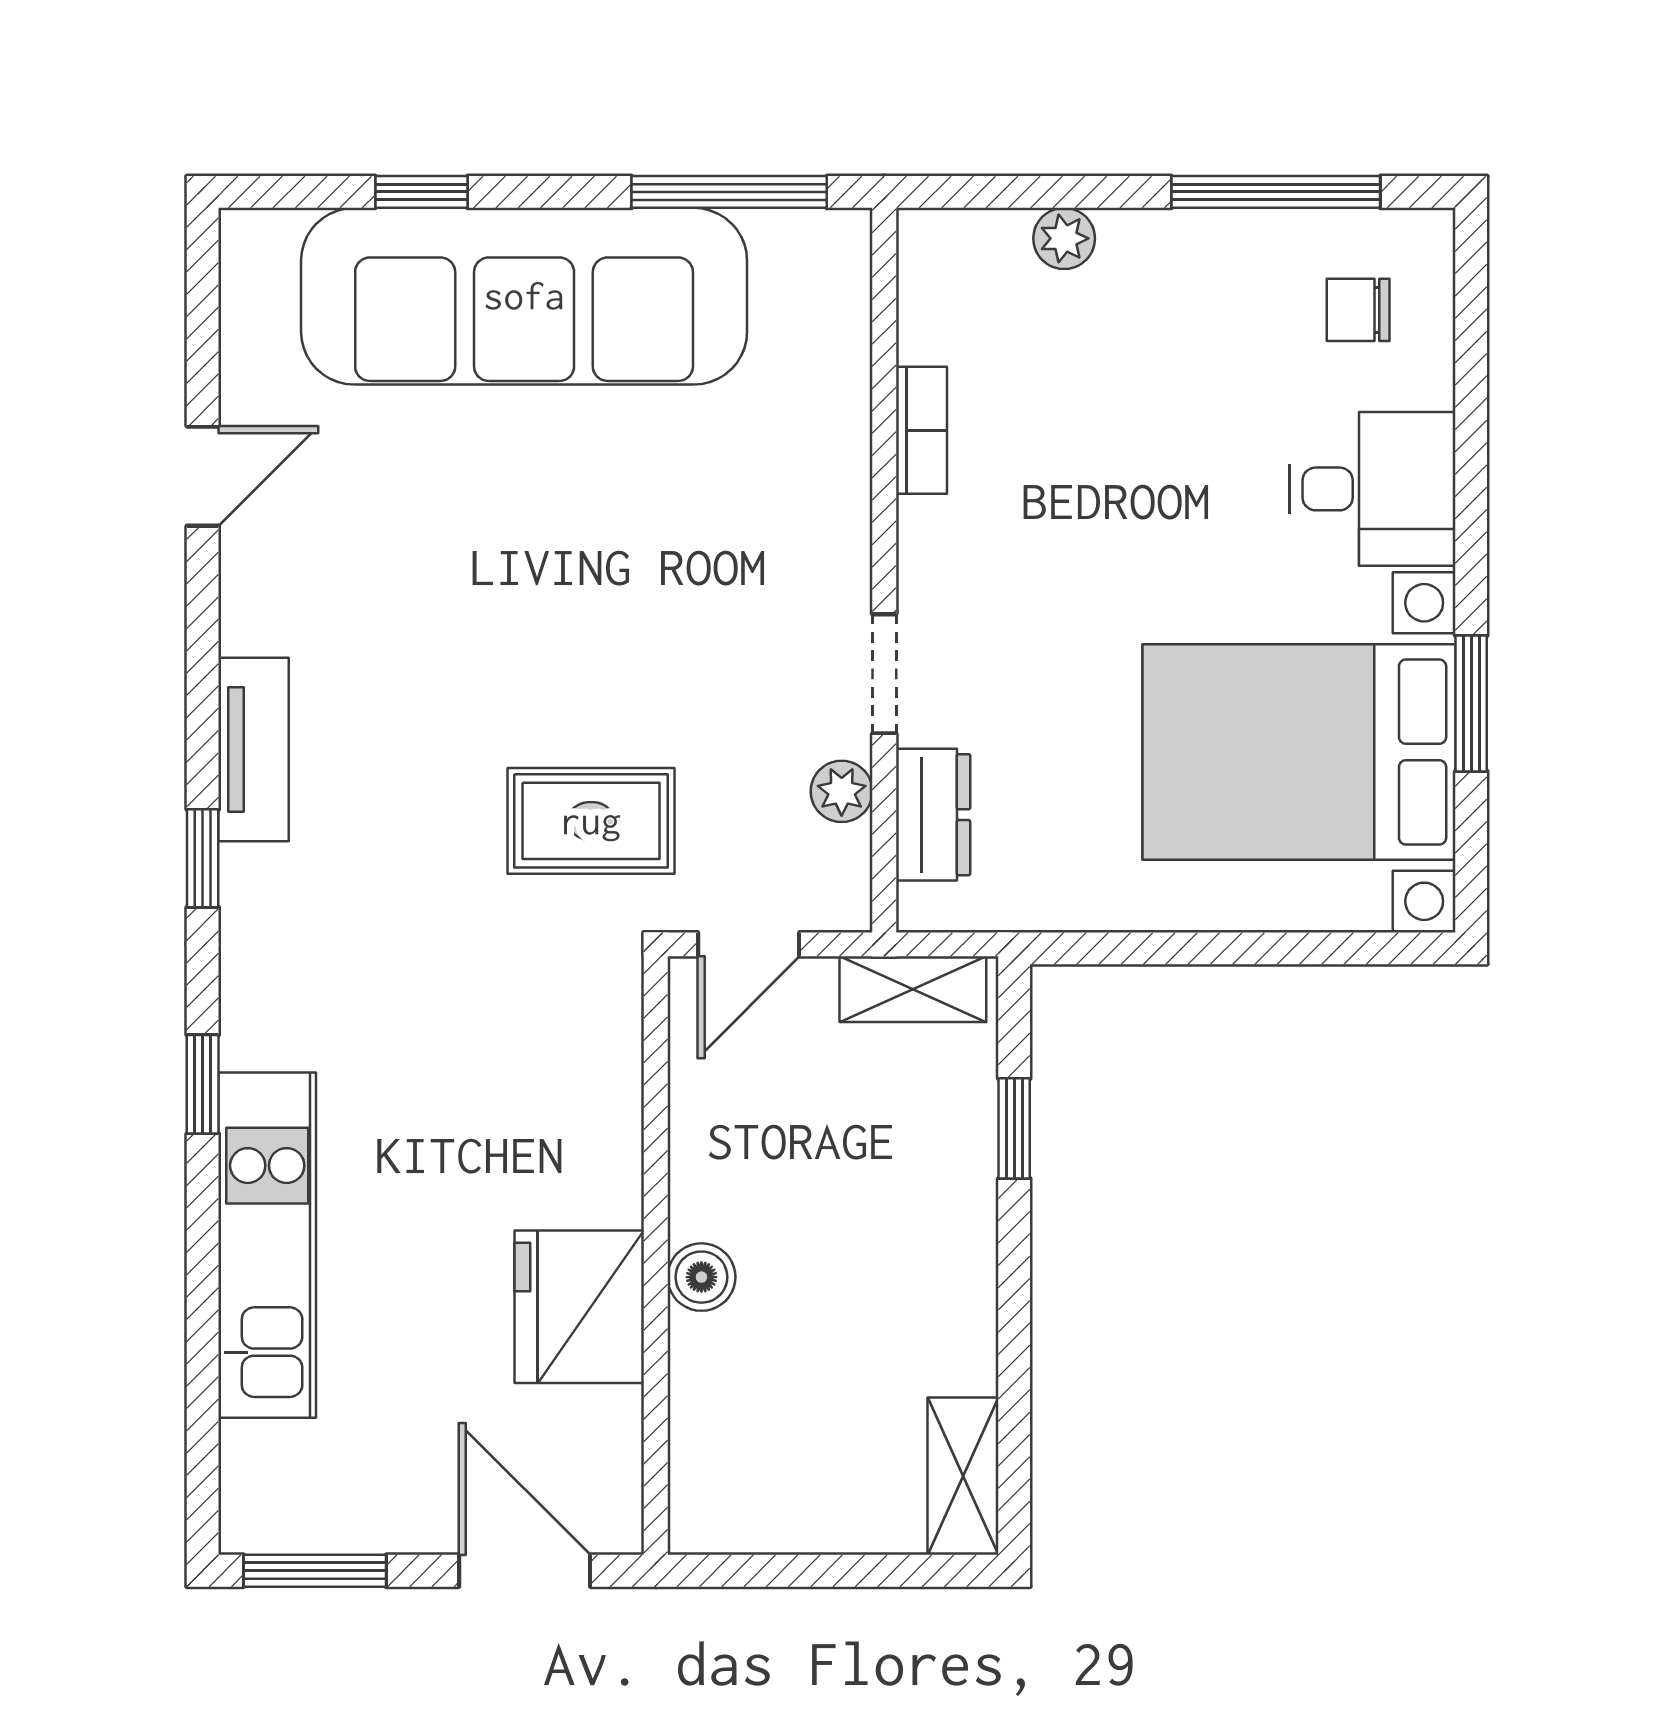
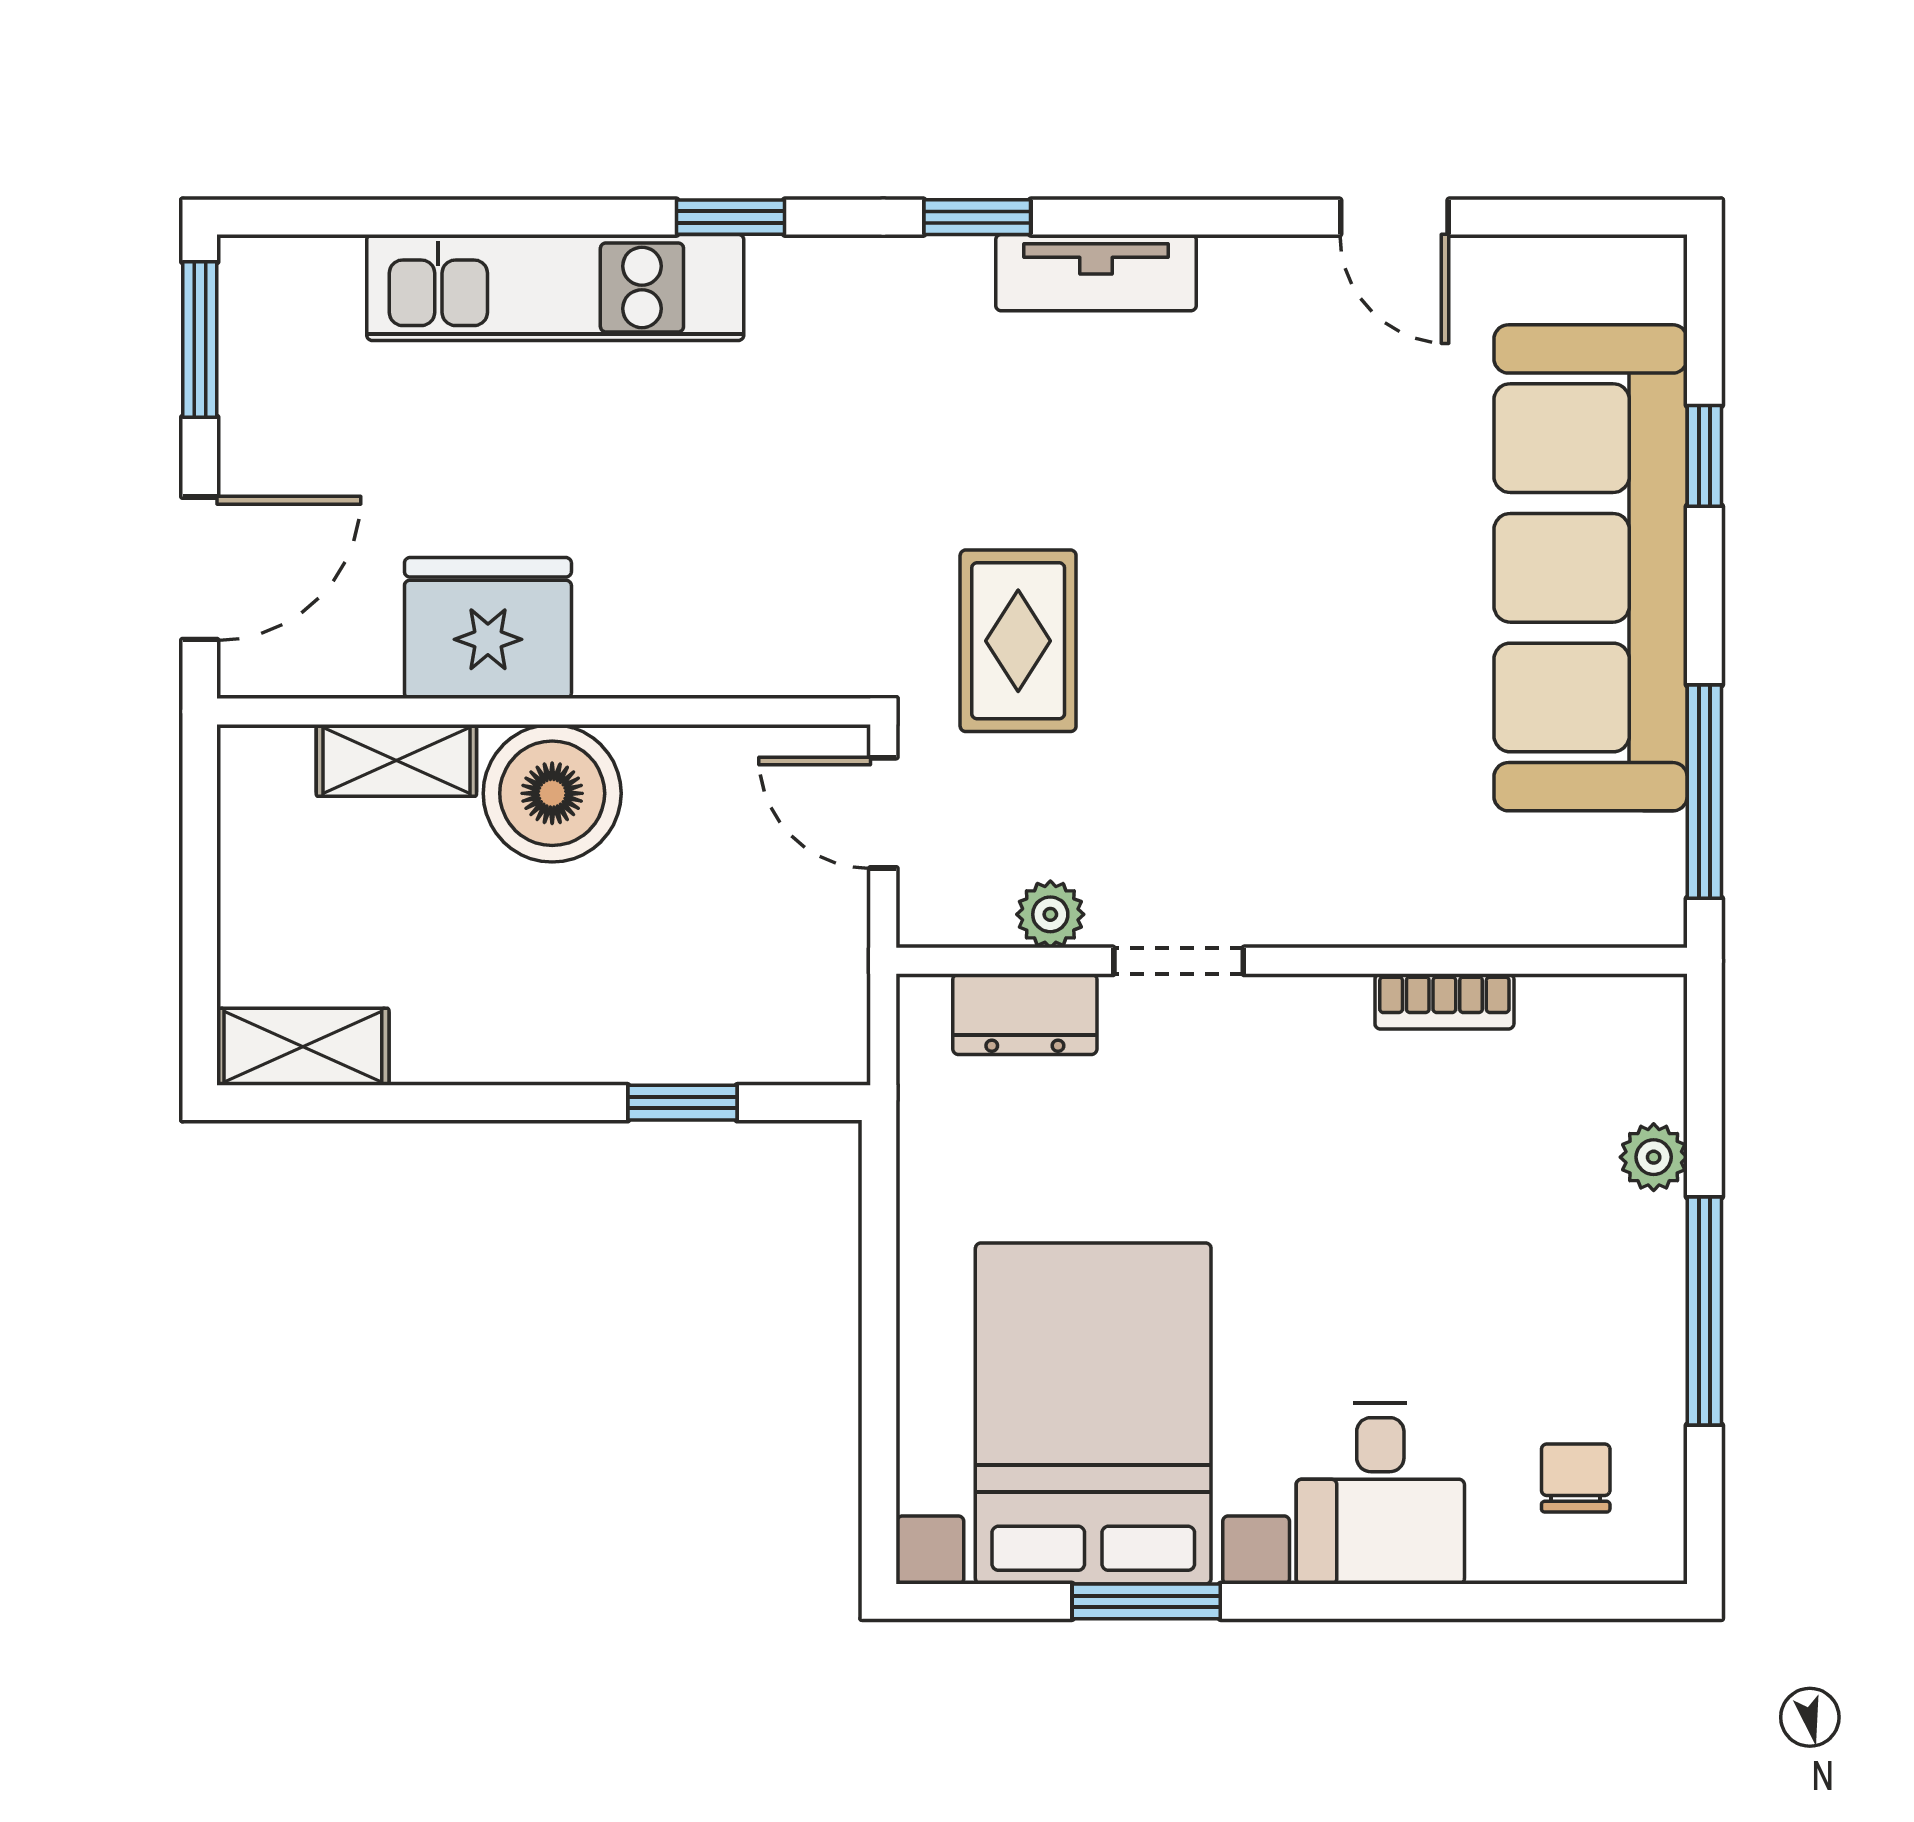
window: (1276, 192) -> (1704, 1311), moved
shelving: (913, 989) -> (396, 760), moved, turned 90
boiler: (701, 1277) -> (552, 793), width x1.86, depth x1.86

